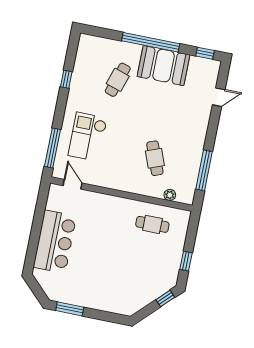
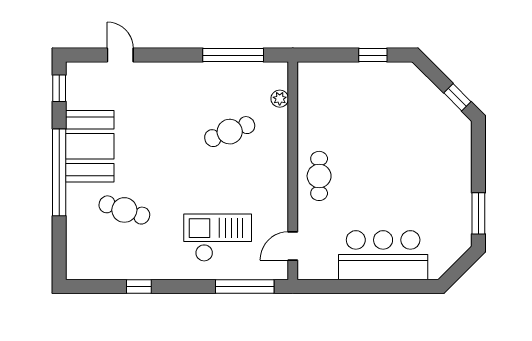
checkout: (88, 137) -> (218, 238), turned 180
cafe table: (152, 224) -> (319, 176), moved
window: (165, 298) -> (457, 97), moved

